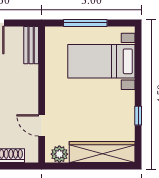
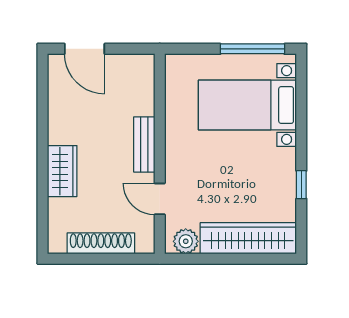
window: (85, 23) -> (252, 49), moved
bench: (31, 45) -> (144, 144), moved

